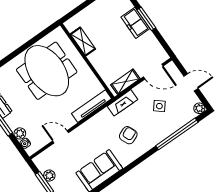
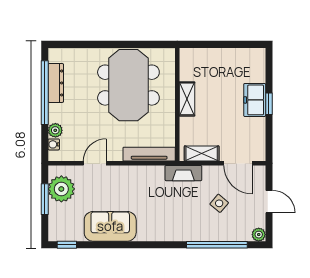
window: (146, 19) -> (269, 104), width x0.67
shelving: (83, 42) -> (187, 99), moved
armchair: (128, 135) -> (166, 211), removed
door: (61, 137) -> (95, 163), hinge flipped
plant: (49, 176) -> (61, 189), width x1.87, depth x1.87

